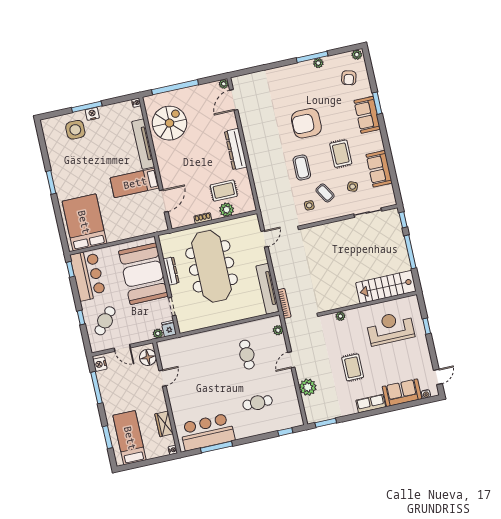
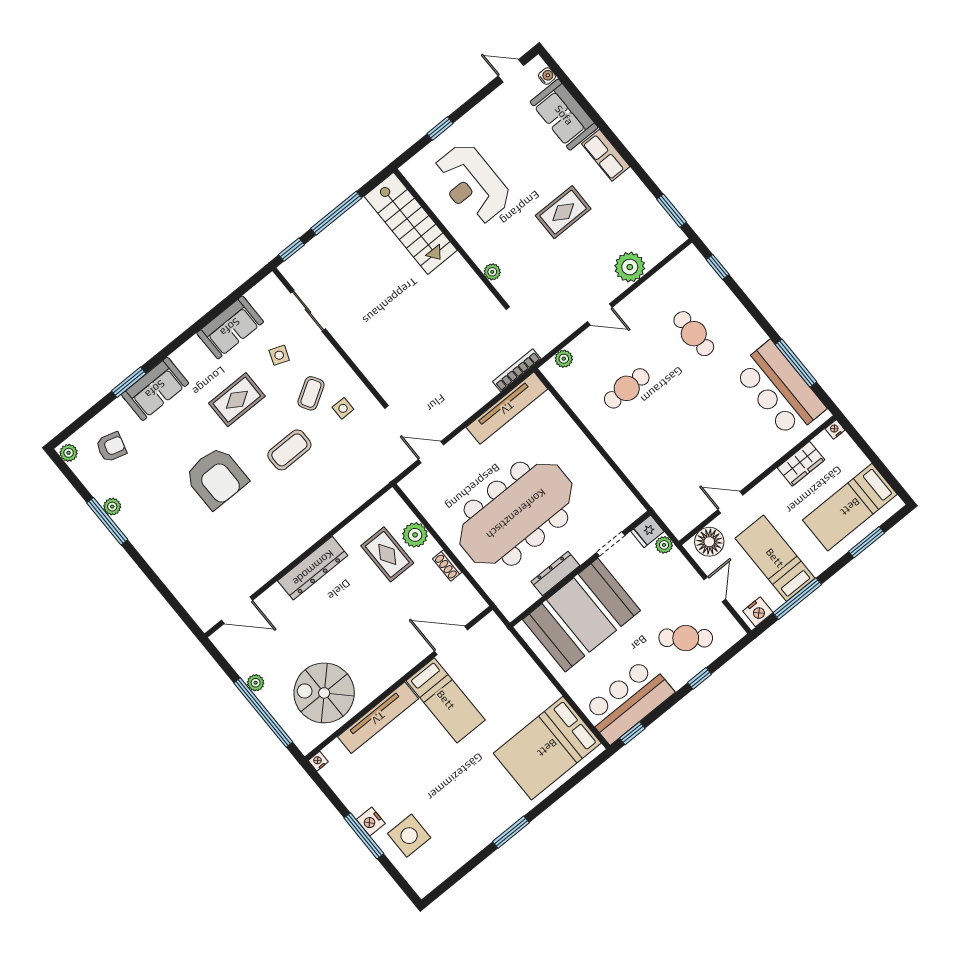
plant: (224, 84) -> (256, 683), moved
bed: (123, 387) -> (775, 558), added

